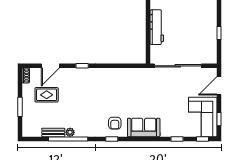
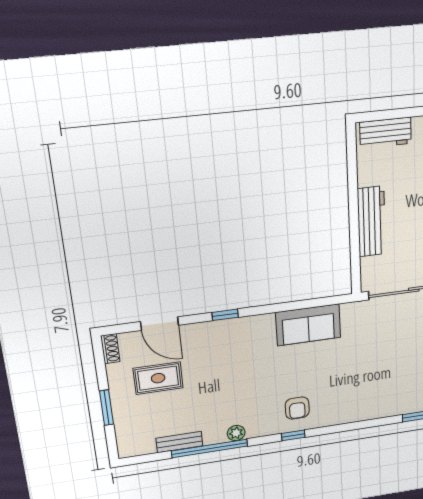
door: (50, 66) -> (160, 324), hinge flipped
sofa: (144, 127) -> (308, 325), moved, turned 180
plant: (70, 132) -> (236, 433), moved

